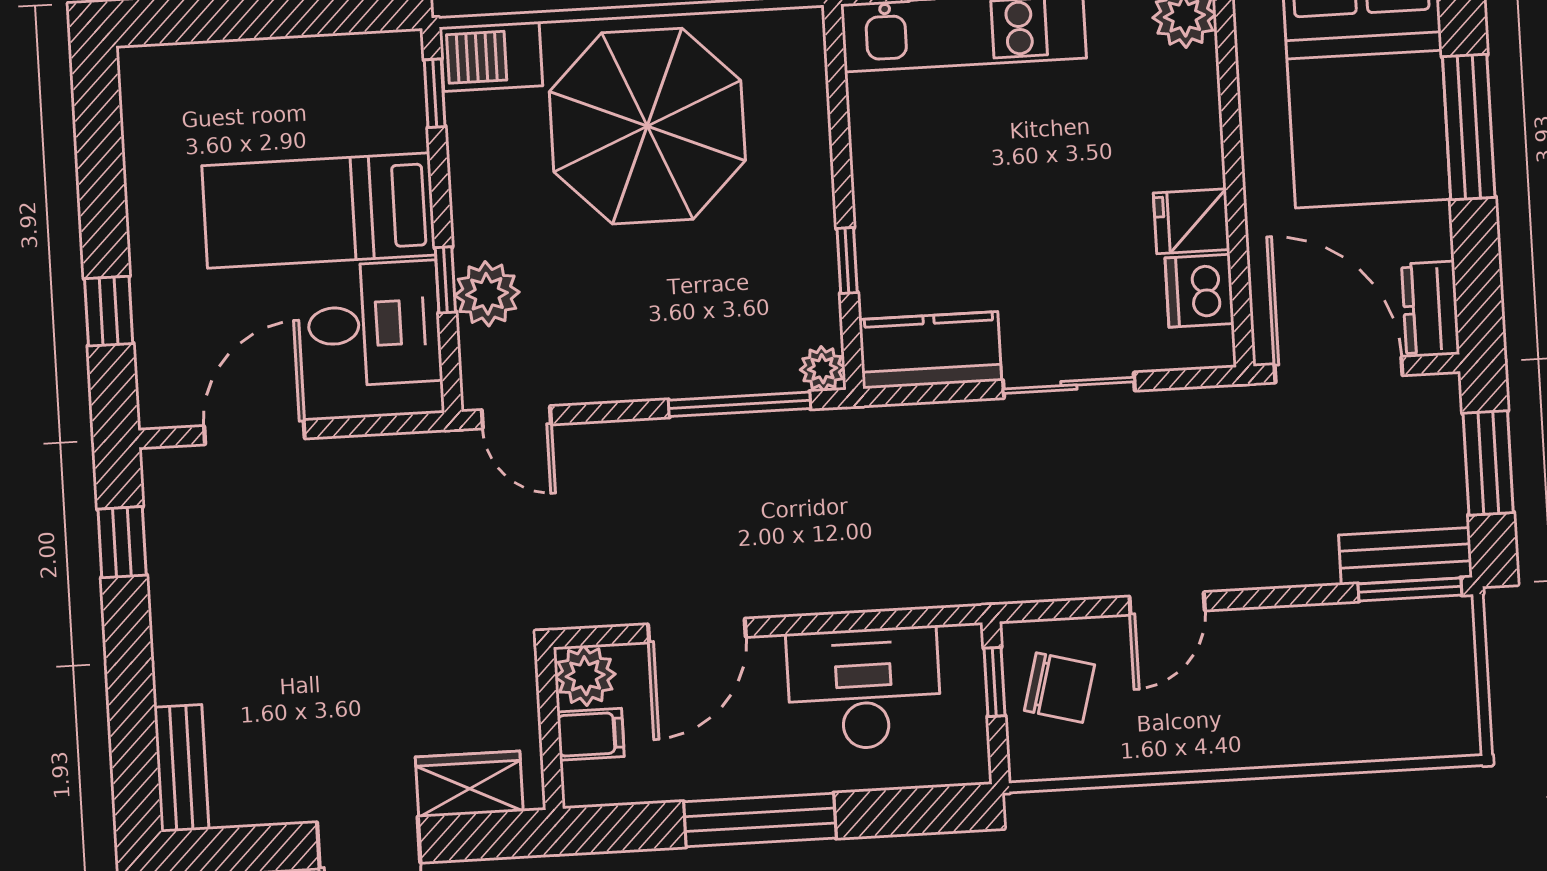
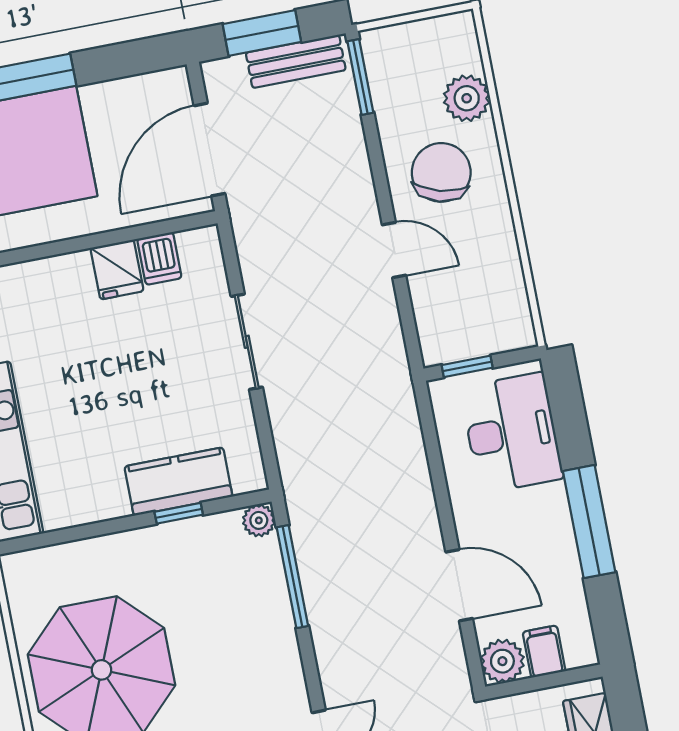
dishwasher: (1199, 291) -> (159, 258), width x0.73
dresser: (1431, 309) -> (157, 89), removed
kitchen counter: (930, 350) -> (178, 481), moved, turned 90
bench: (1405, 556) -> (296, 61), moved, turned 90
chair: (1059, 688) -> (441, 172), moved, width x1.37, depth x1.37
desk: (864, 689) -> (512, 433), moved, turned 180
plant: (1361, 731) -> (467, 98), added

